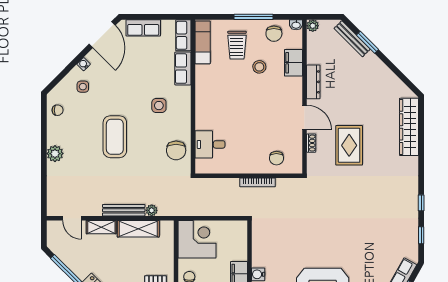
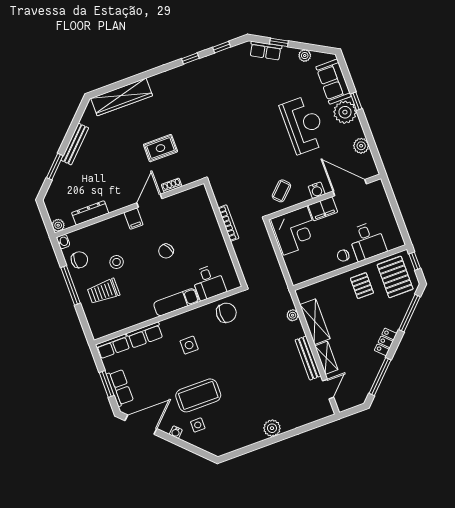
window: (151, 17) -> (107, 384), added
bench: (352, 39) -> (75, 144), moved
exam couch: (203, 42) -> (176, 302), moved
trolley: (237, 45) -> (103, 291), turned 180
filing cabinet: (293, 63) -> (134, 219), moved, width x0.50
dresser: (313, 82) -> (90, 213), moved
chair: (58, 110) -> (229, 441), removed
coffee table: (115, 137) -> (198, 395), moved
rug: (349, 145) -> (160, 148), width x0.73, depth x0.70
chair: (276, 158) -> (166, 251), moved, turned 151
bench: (124, 210) -> (308, 358), moved
corner desk: (197, 239) -> (295, 230), moved, turned 180
coffee table: (269, 242) -> (281, 191), added

